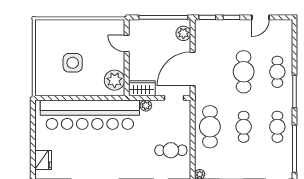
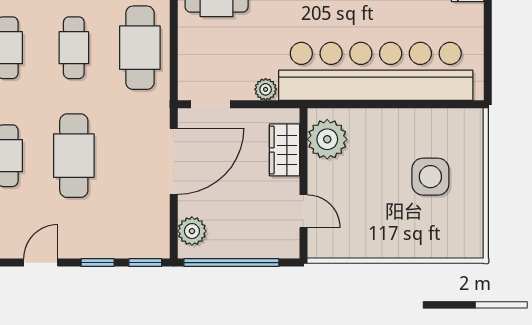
side table: (73, 63) -> (430, 177), moved
wardrobe: (142, 88) -> (284, 150), moved, turned 90

